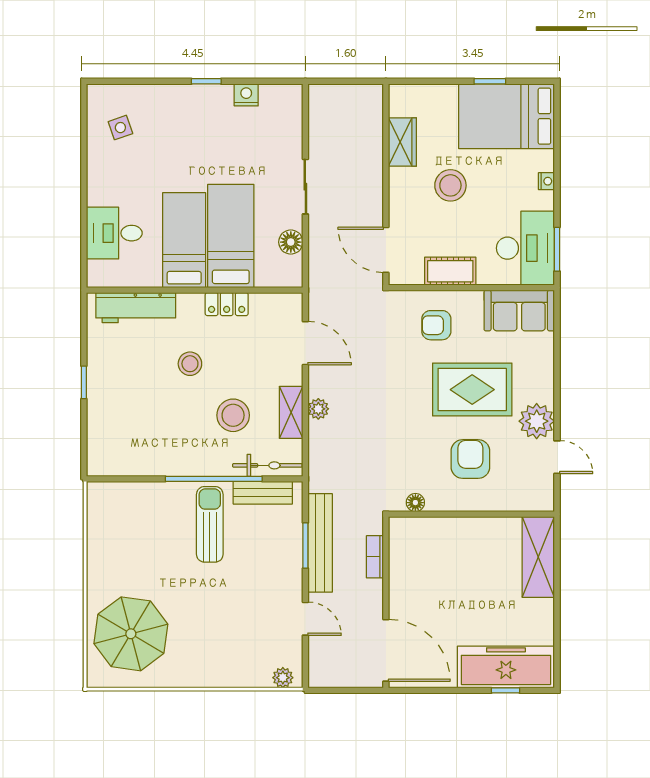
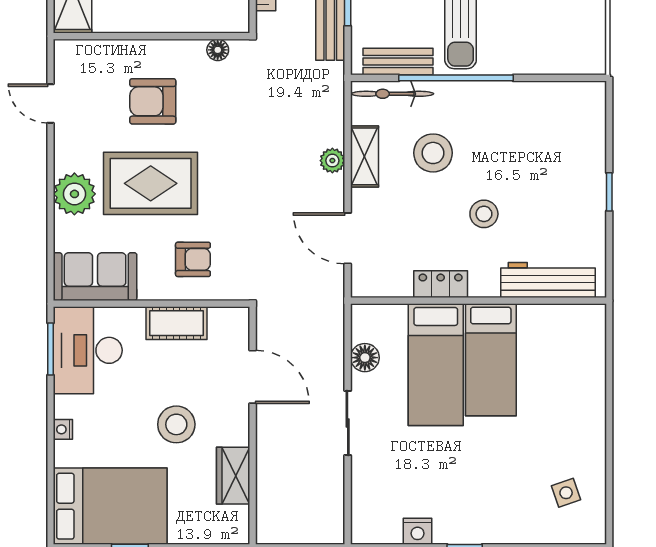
desk: (114, 233) -> (573, 368), removed
door: (386, 250) -> (253, 377), moved
plant: (537, 421) -> (74, 194), moved
armchair: (470, 459) -> (153, 101), turned 90

